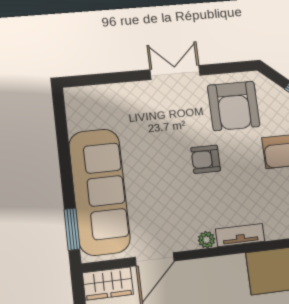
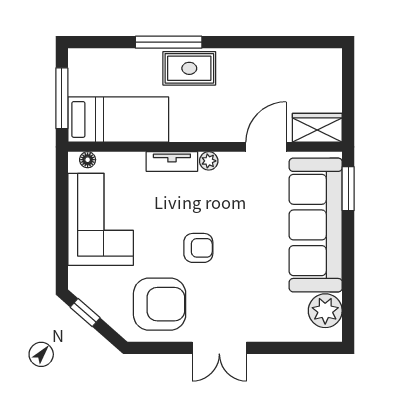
armchair: (234, 106) -> (160, 304), turned 90
plant: (82, 114) -> (325, 311), added

